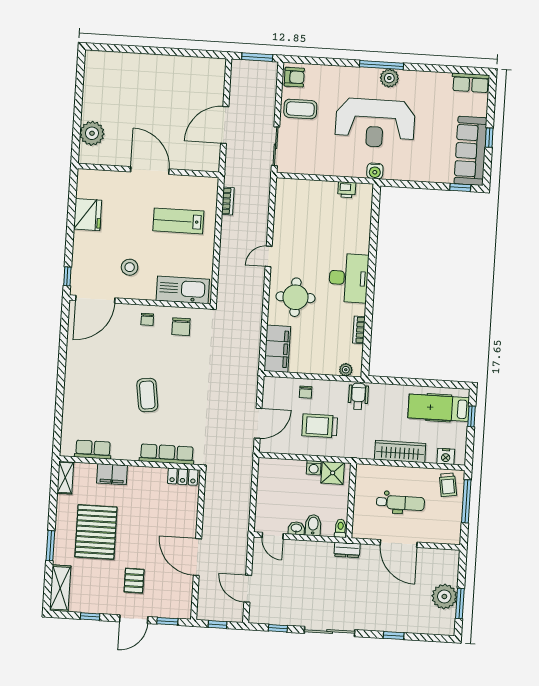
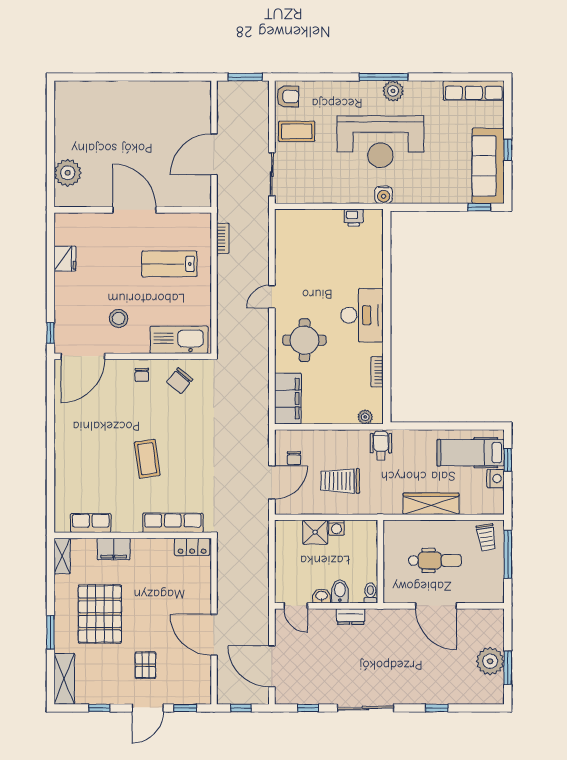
row of seats: (471, 83) -> (474, 90), width x1.48
fridge: (88, 215) -> (65, 259), width x0.73, depth x0.75
chair: (181, 327) -> (180, 381), turned 40
chair: (306, 392) -> (294, 458), moved
nightstand: (446, 456) -> (496, 479), moved, turned -90
shower: (333, 473) -> (315, 532), moved
dresser: (347, 550) -> (351, 616), moved
door: (248, 589) -> (272, 666), width x1.36

